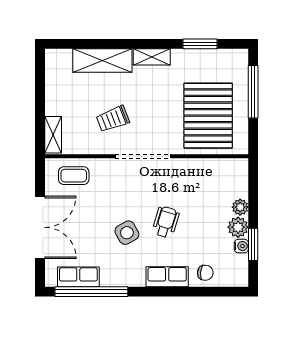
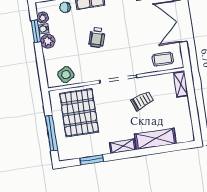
plant: (240, 207) -> (43, 18), moved
side table: (127, 233) -> (66, 75), moved

